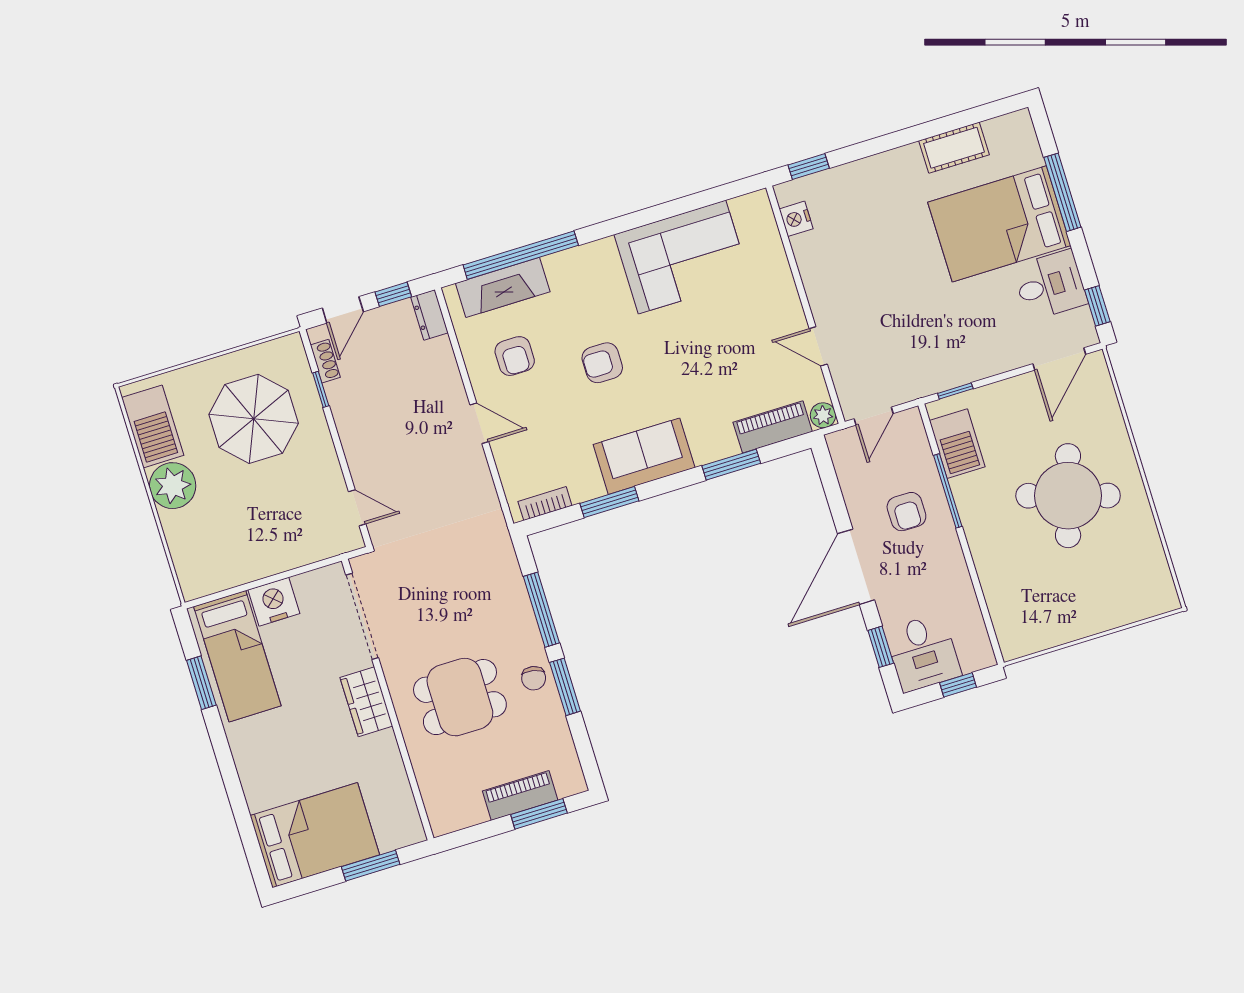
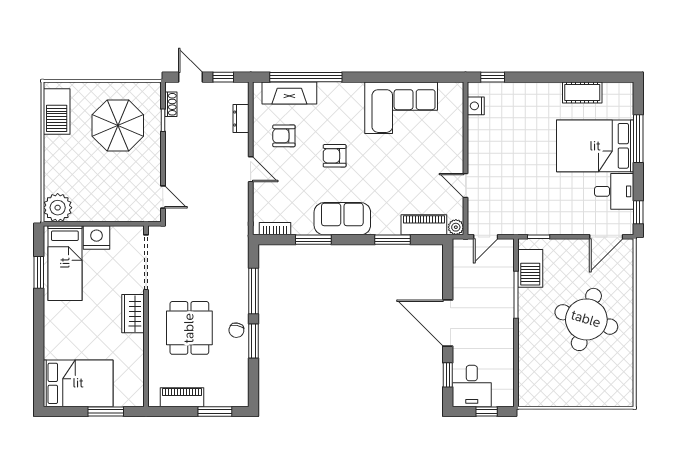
door: (343, 310) -> (191, 77), swing flipped
dresser: (429, 315) -> (241, 119), moved
armchair: (515, 356) -> (284, 136), turned 90
plant: (173, 486) -> (58, 208), moved
armchair: (906, 512) -> (488, 299), removed
door: (856, 567) -> (448, 323), hinge flipped
dining table: (460, 697) -> (189, 328), turned 90
piano: (520, 795) -> (182, 397), moved

